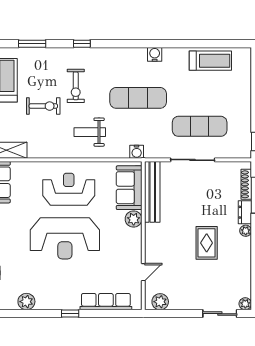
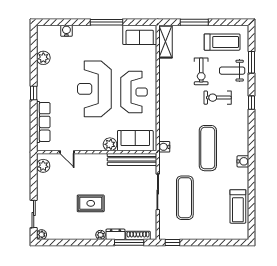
weight bench: (90, 132) -> (232, 71), moved, turned -90

